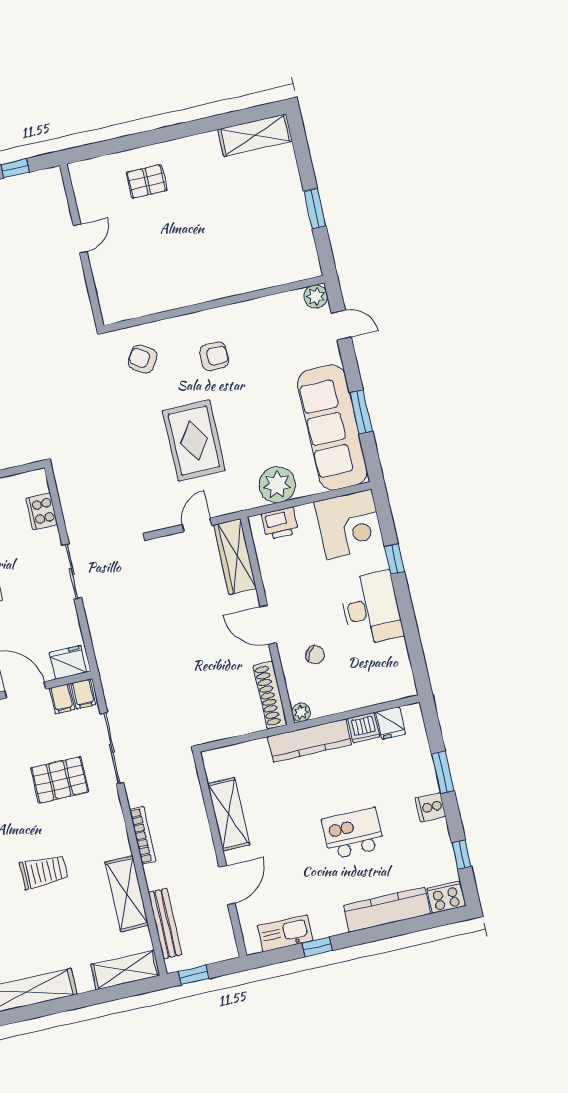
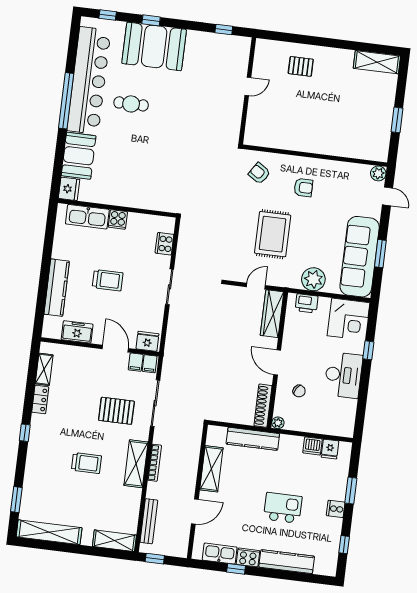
kitchen counter: (310, 740) -> (253, 439), moved
shelving: (127, 894) -> (136, 464), moved
cooker: (446, 897) -> (248, 557), moved

